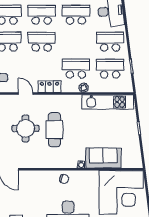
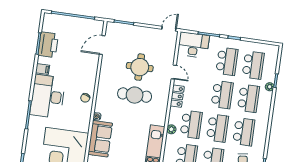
school desk: (76, 42) -> (217, 128), added
door: (26, 94) -> (174, 72), hinge flipped

